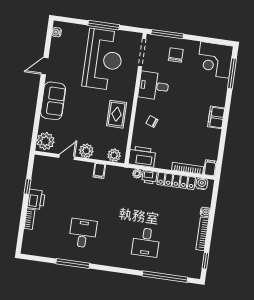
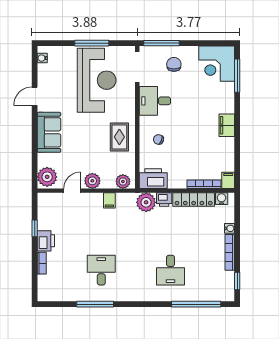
plant: (137, 174) -> (146, 202), width x1.88, depth x1.88

